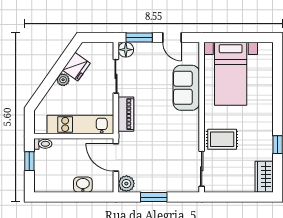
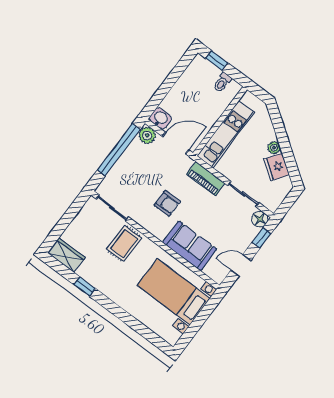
window: (139, 38) -> (261, 238), width x0.67
armchair: (167, 129) -> (167, 203), added
toilet: (43, 144) -> (222, 82), moved
window: (29, 161) -> (217, 61), moved
washbasin: (83, 185) -> (160, 118), moved, turned -90
window: (154, 197) -> (119, 150), width x2.11

